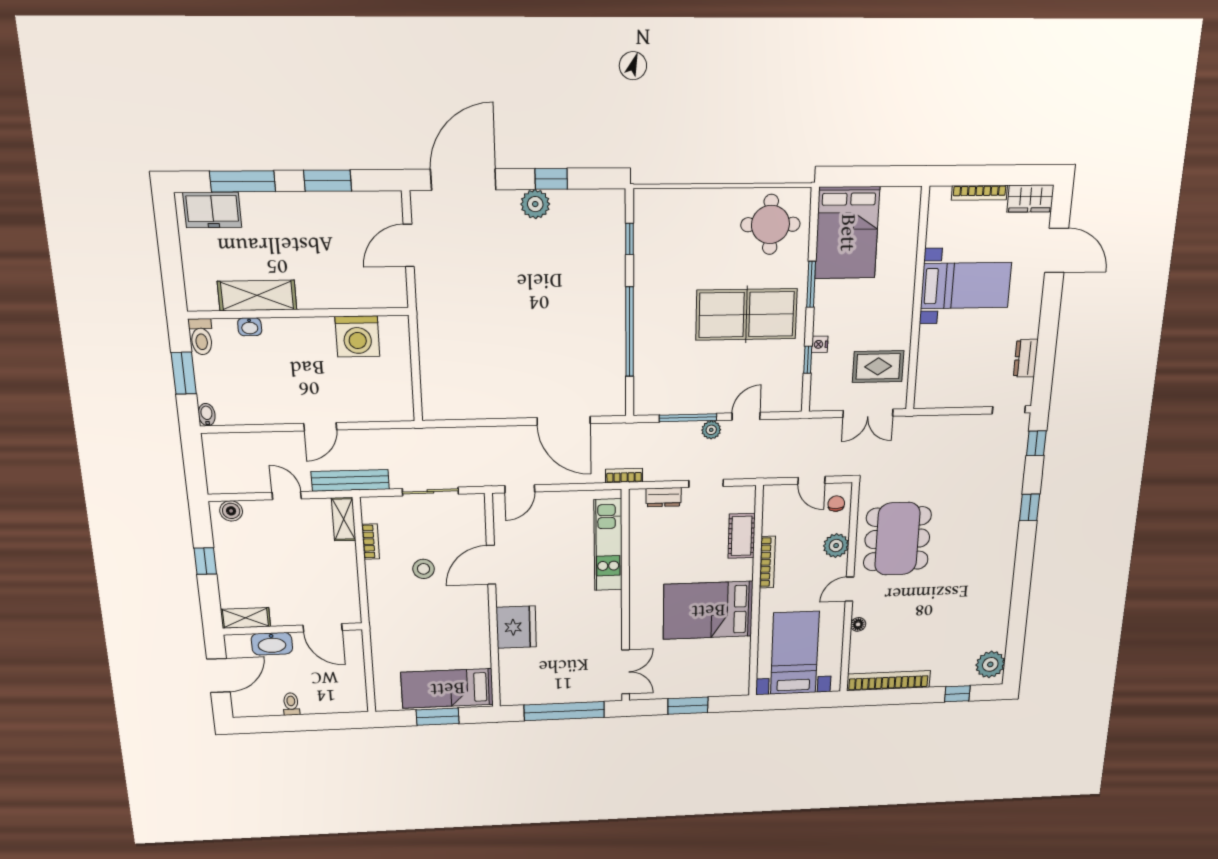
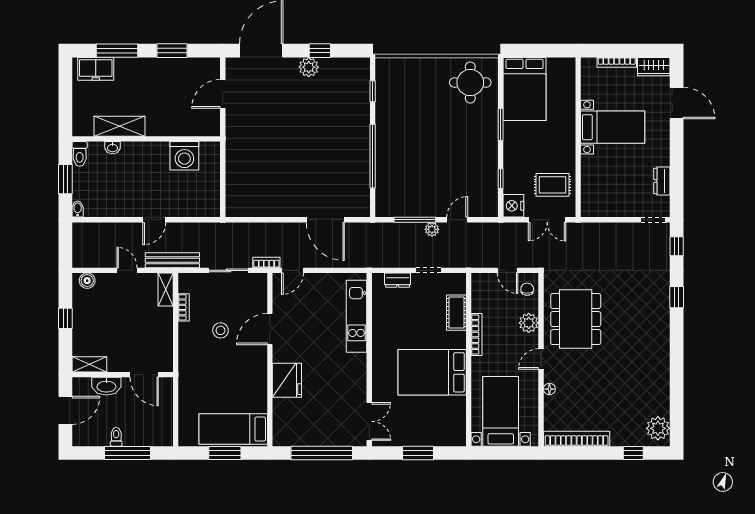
table tennis table: (746, 315) -> (455, 145), removed
nightstand: (820, 344) -> (513, 206), moved, width x1.89, depth x1.79
bookcase: (624, 476) -> (266, 262), moved
window: (308, 722) -> (127, 453), added

